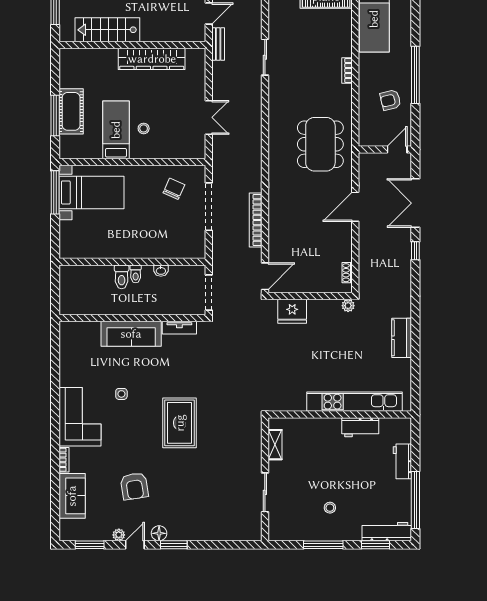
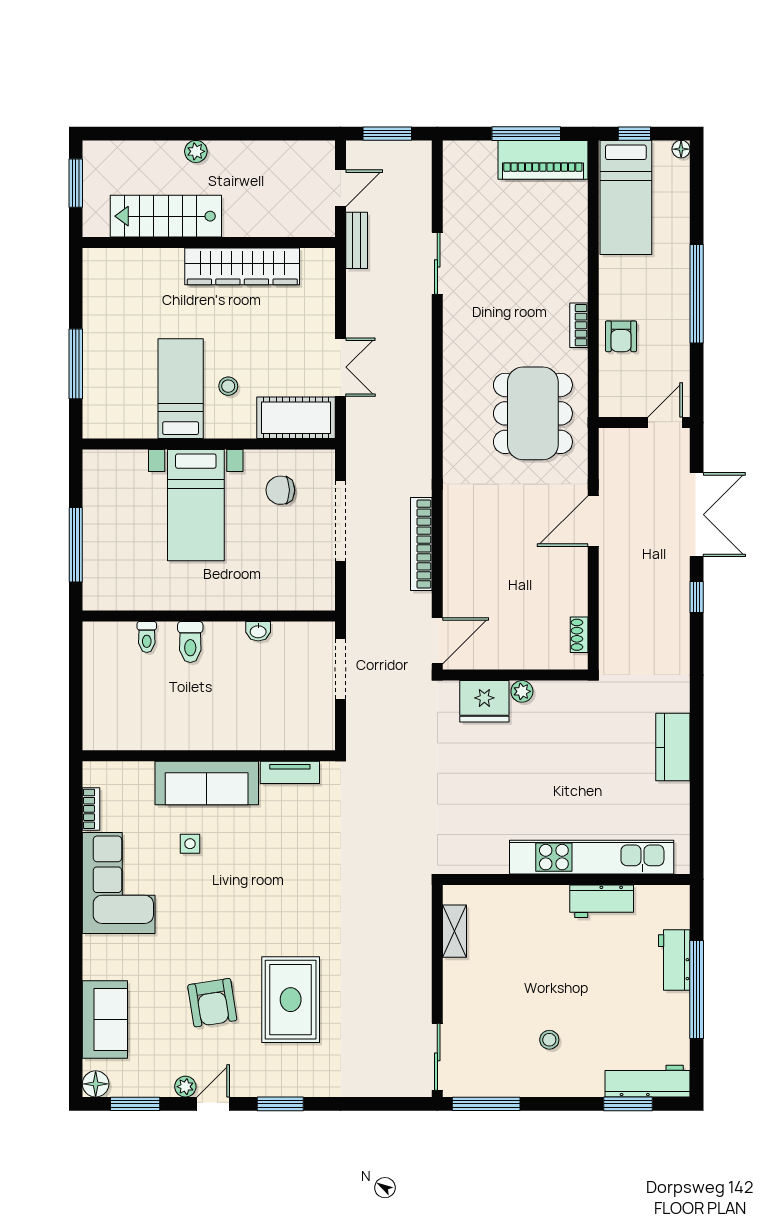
bookcase: (347, 70) -> (579, 325), moved
armchair: (390, 100) -> (621, 336), moved, turned -76
cot: (71, 111) -> (296, 418), moved, turned 90
chair: (174, 189) -> (280, 490), turned -114
window: (55, 192) -> (76, 545), moved
bed with nightstands: (91, 192) -> (196, 505), moved, turned 90
double door: (415, 203) -> (697, 515), swing flipped
toilet: (136, 274) -> (147, 637), moved
plant: (348, 306) -> (522, 691), moved
wall: (132, 318) -> (209, 756), moved
tv unit: (179, 328) -> (290, 772), moved
sofa: (131, 334) -> (207, 783), moved
rug: (180, 423) -> (291, 1000), moved
bookcase: (64, 460) -> (91, 809), moved
sliding door: (265, 492) -> (437, 1057), moved
window: (415, 500) -> (697, 989), moved
floor lamp: (159, 533) -> (96, 1084), moved
window: (323, 545) -> (486, 1104), moved

